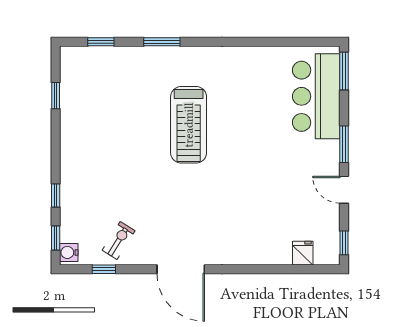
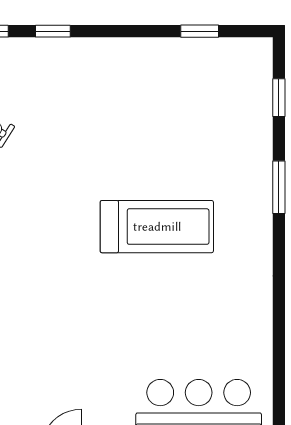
treadmill: (189, 125) -> (157, 227), turned 180

